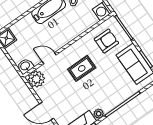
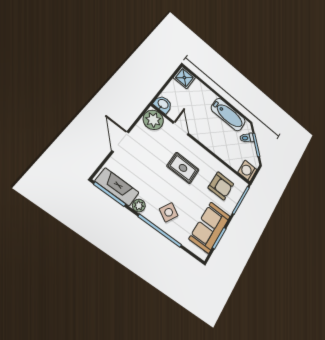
side table: (112, 93) -> (169, 212), added

